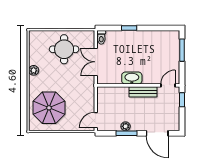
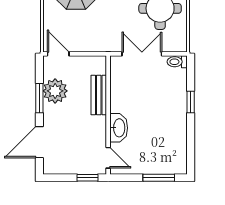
washbasin: (132, 78) -> (119, 128), moved
bench: (143, 92) -> (99, 95), moved
plant: (126, 126) -> (55, 91), width x1.88, depth x1.88

